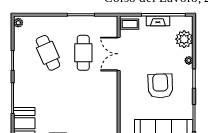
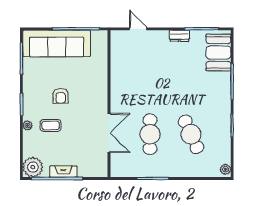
coffee table: (130, 24) -> (51, 125), moved
plant: (184, 39) -> (33, 167), moved
armchair: (160, 86) -> (61, 96), width x0.53, depth x0.53

